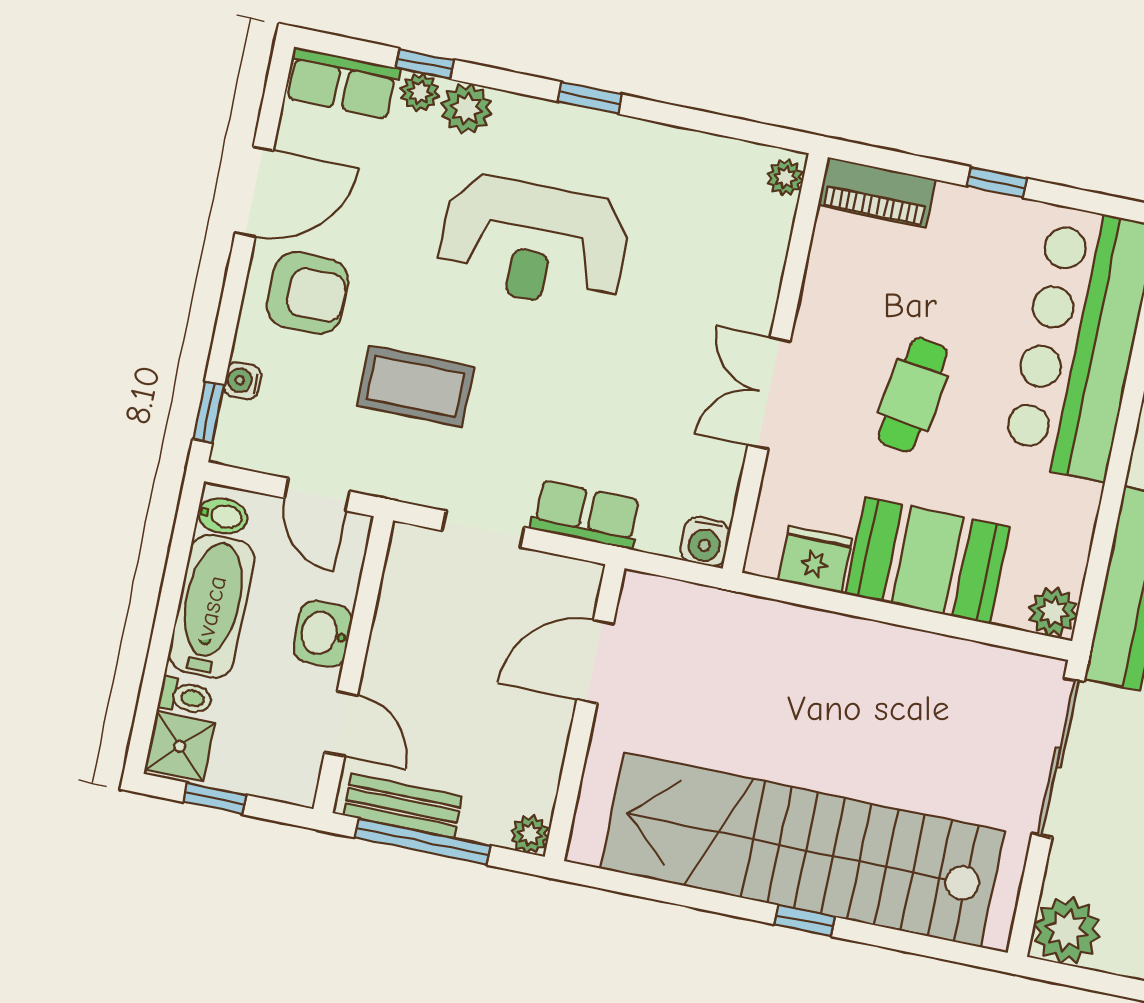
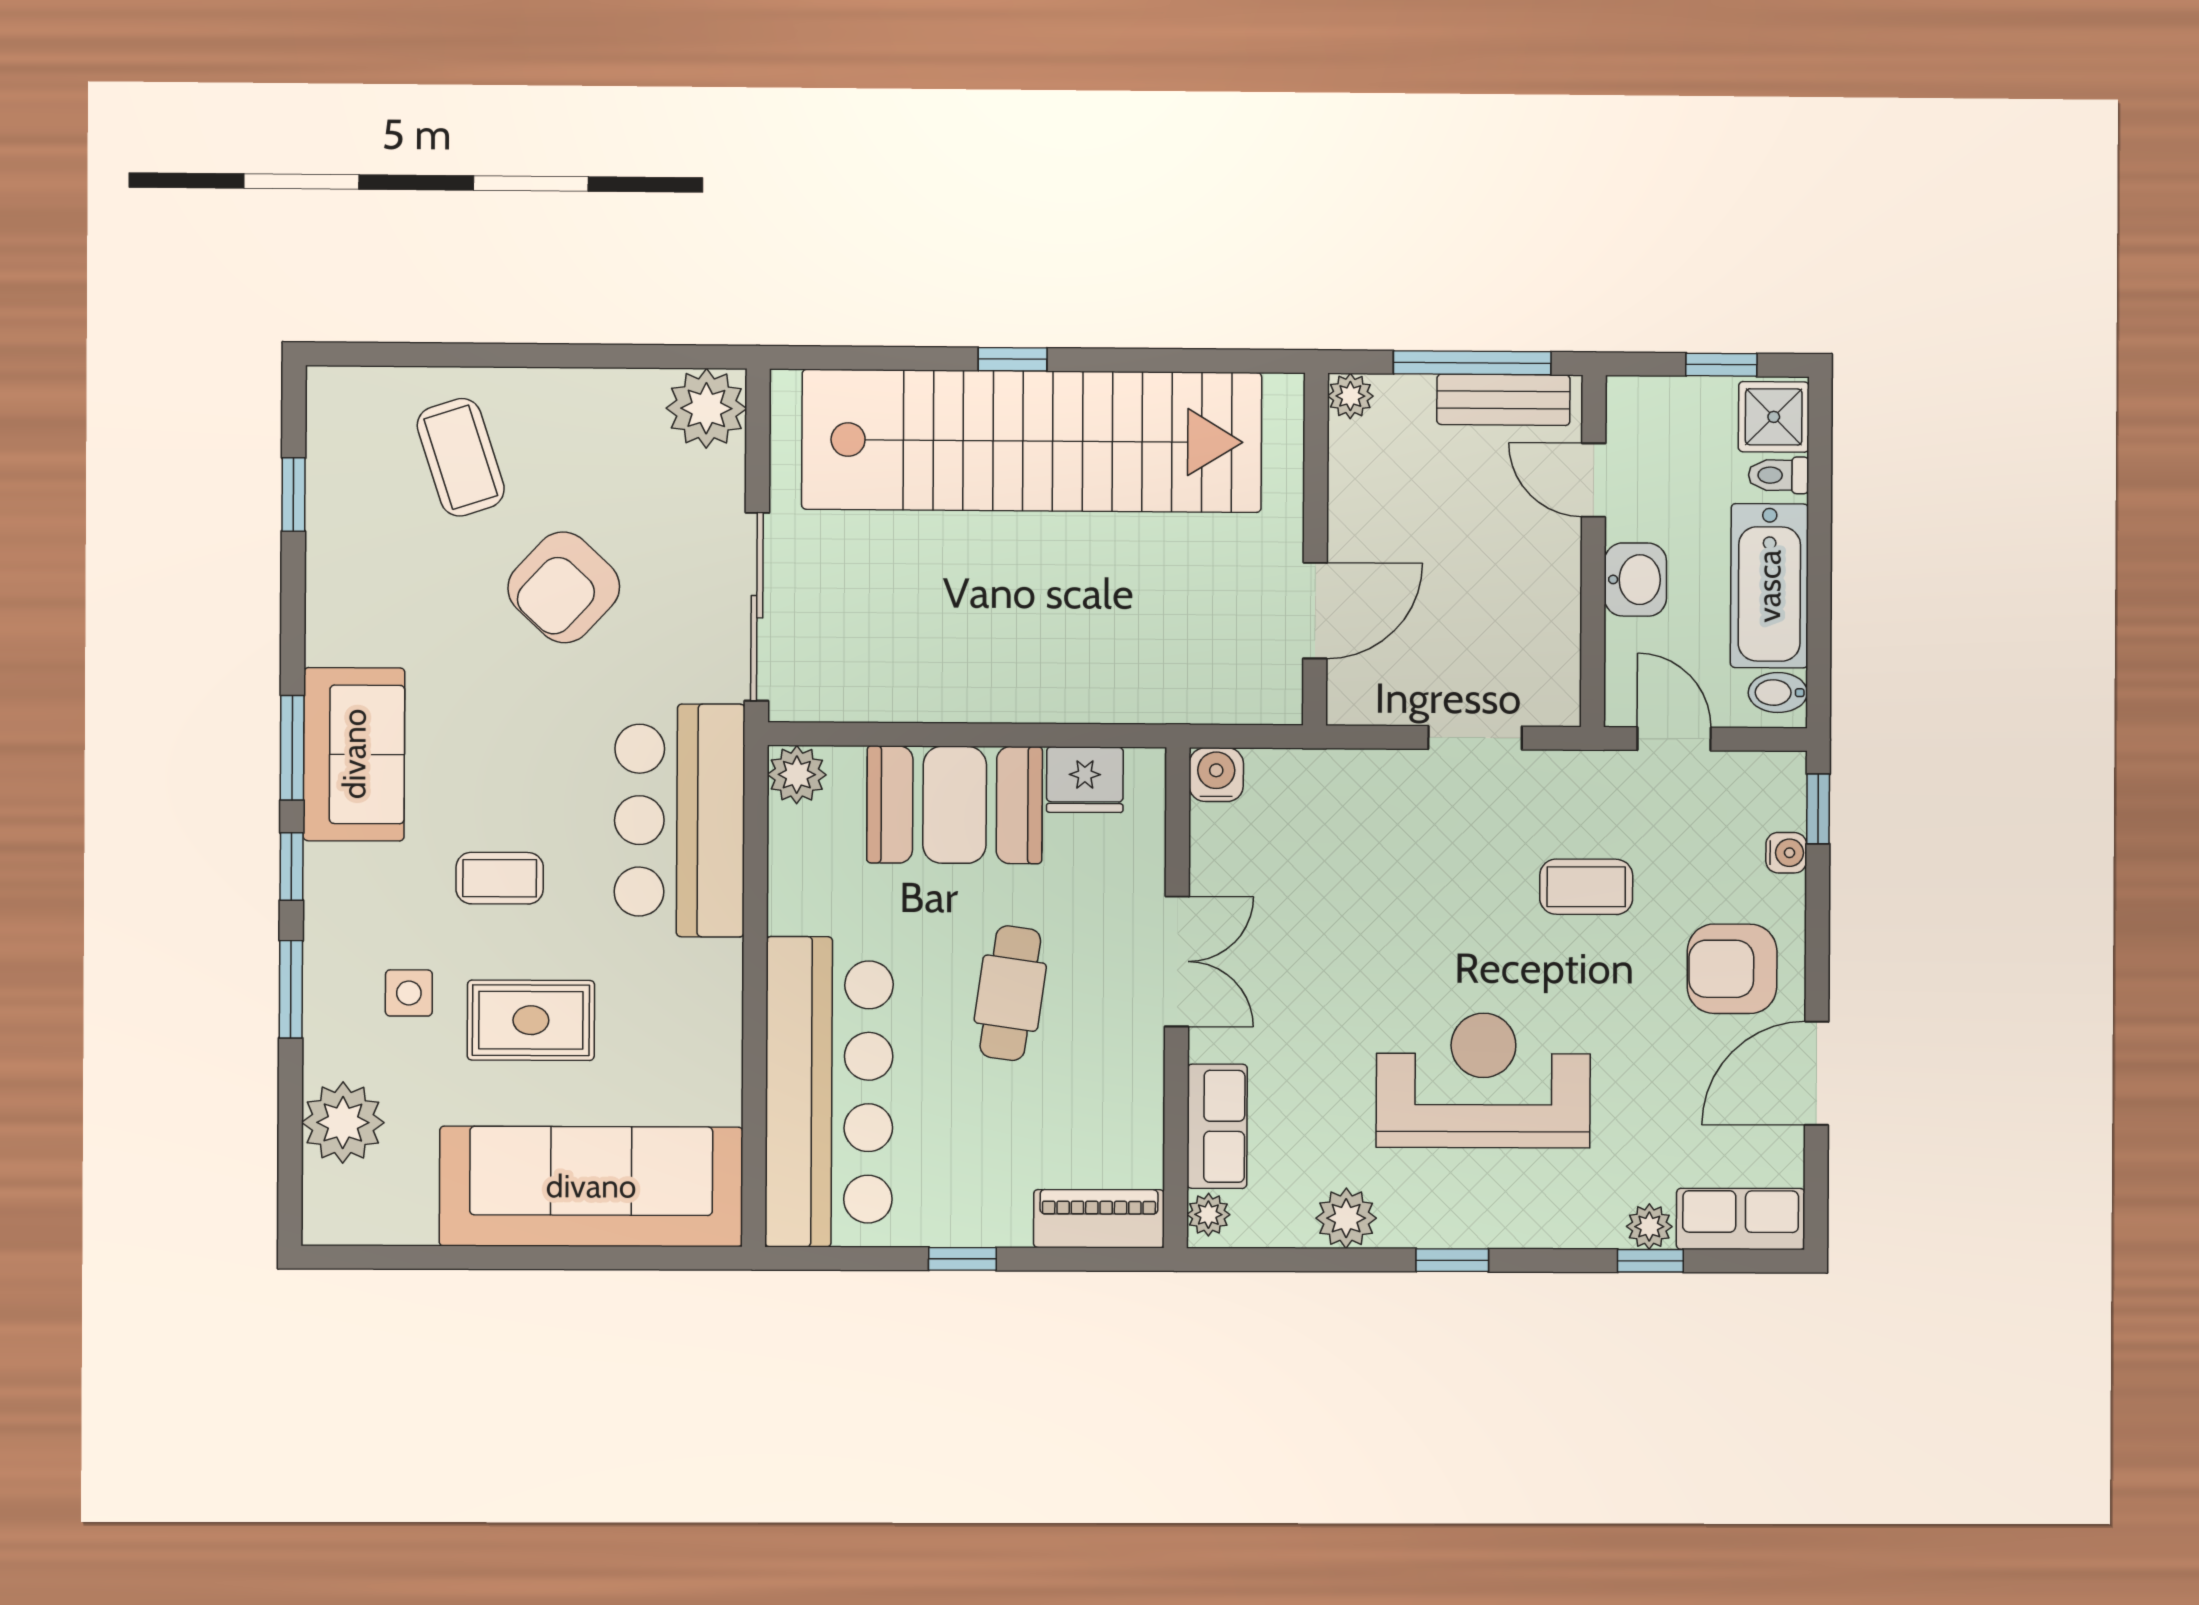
plant: (467, 109) -> (1346, 1218), moved
coffee table: (415, 386) -> (1586, 887), width x0.73, depth x0.77
row of seats: (586, 515) -> (1217, 1126), moved, turned -90

